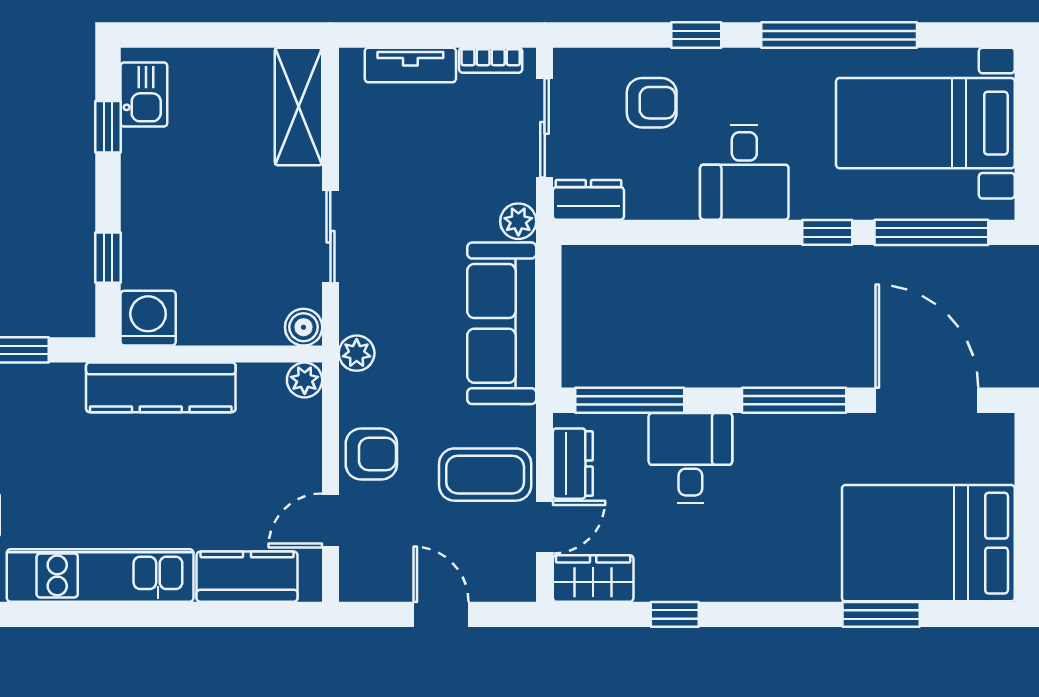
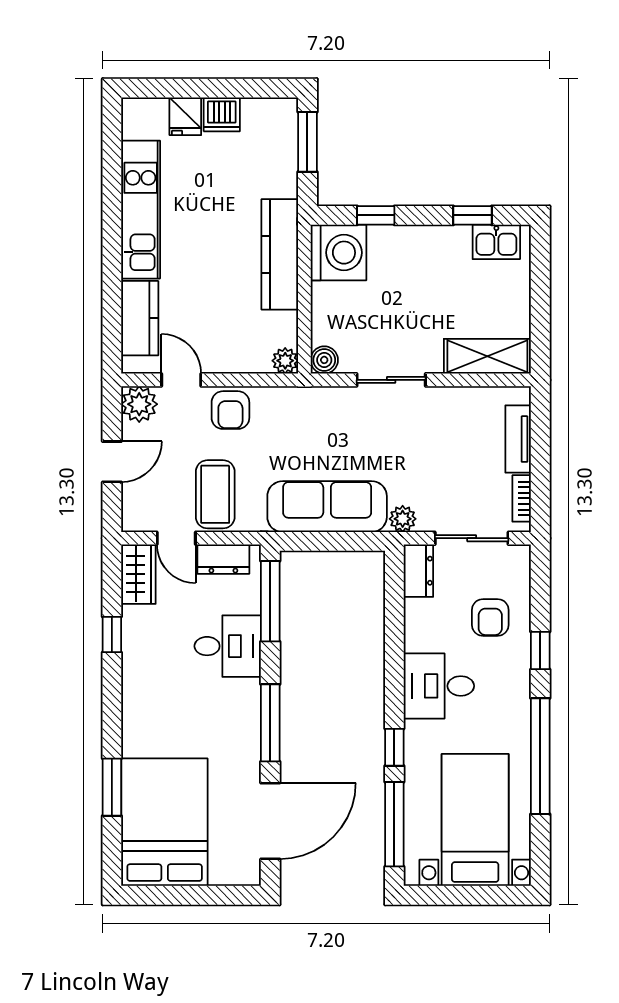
washing machine: (148, 318) -> (338, 253), width x1.37, depth x1.37
plant: (357, 353) -> (139, 404), moved, width x1.38, depth x1.38

